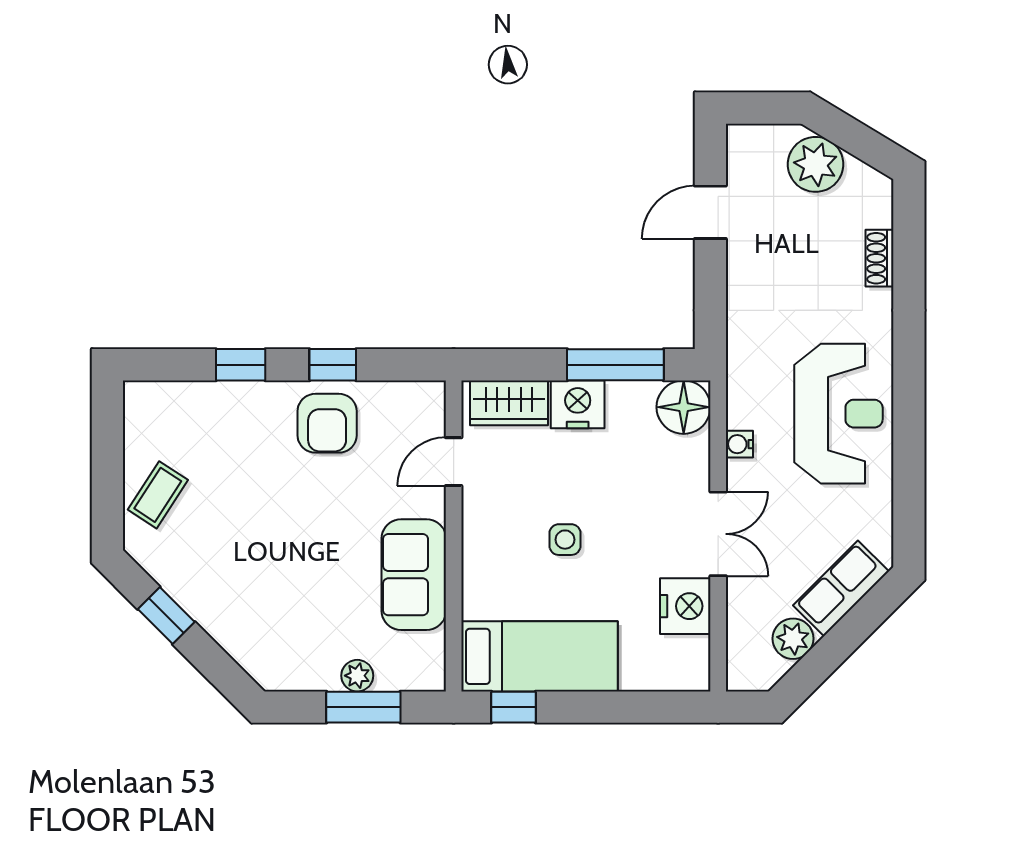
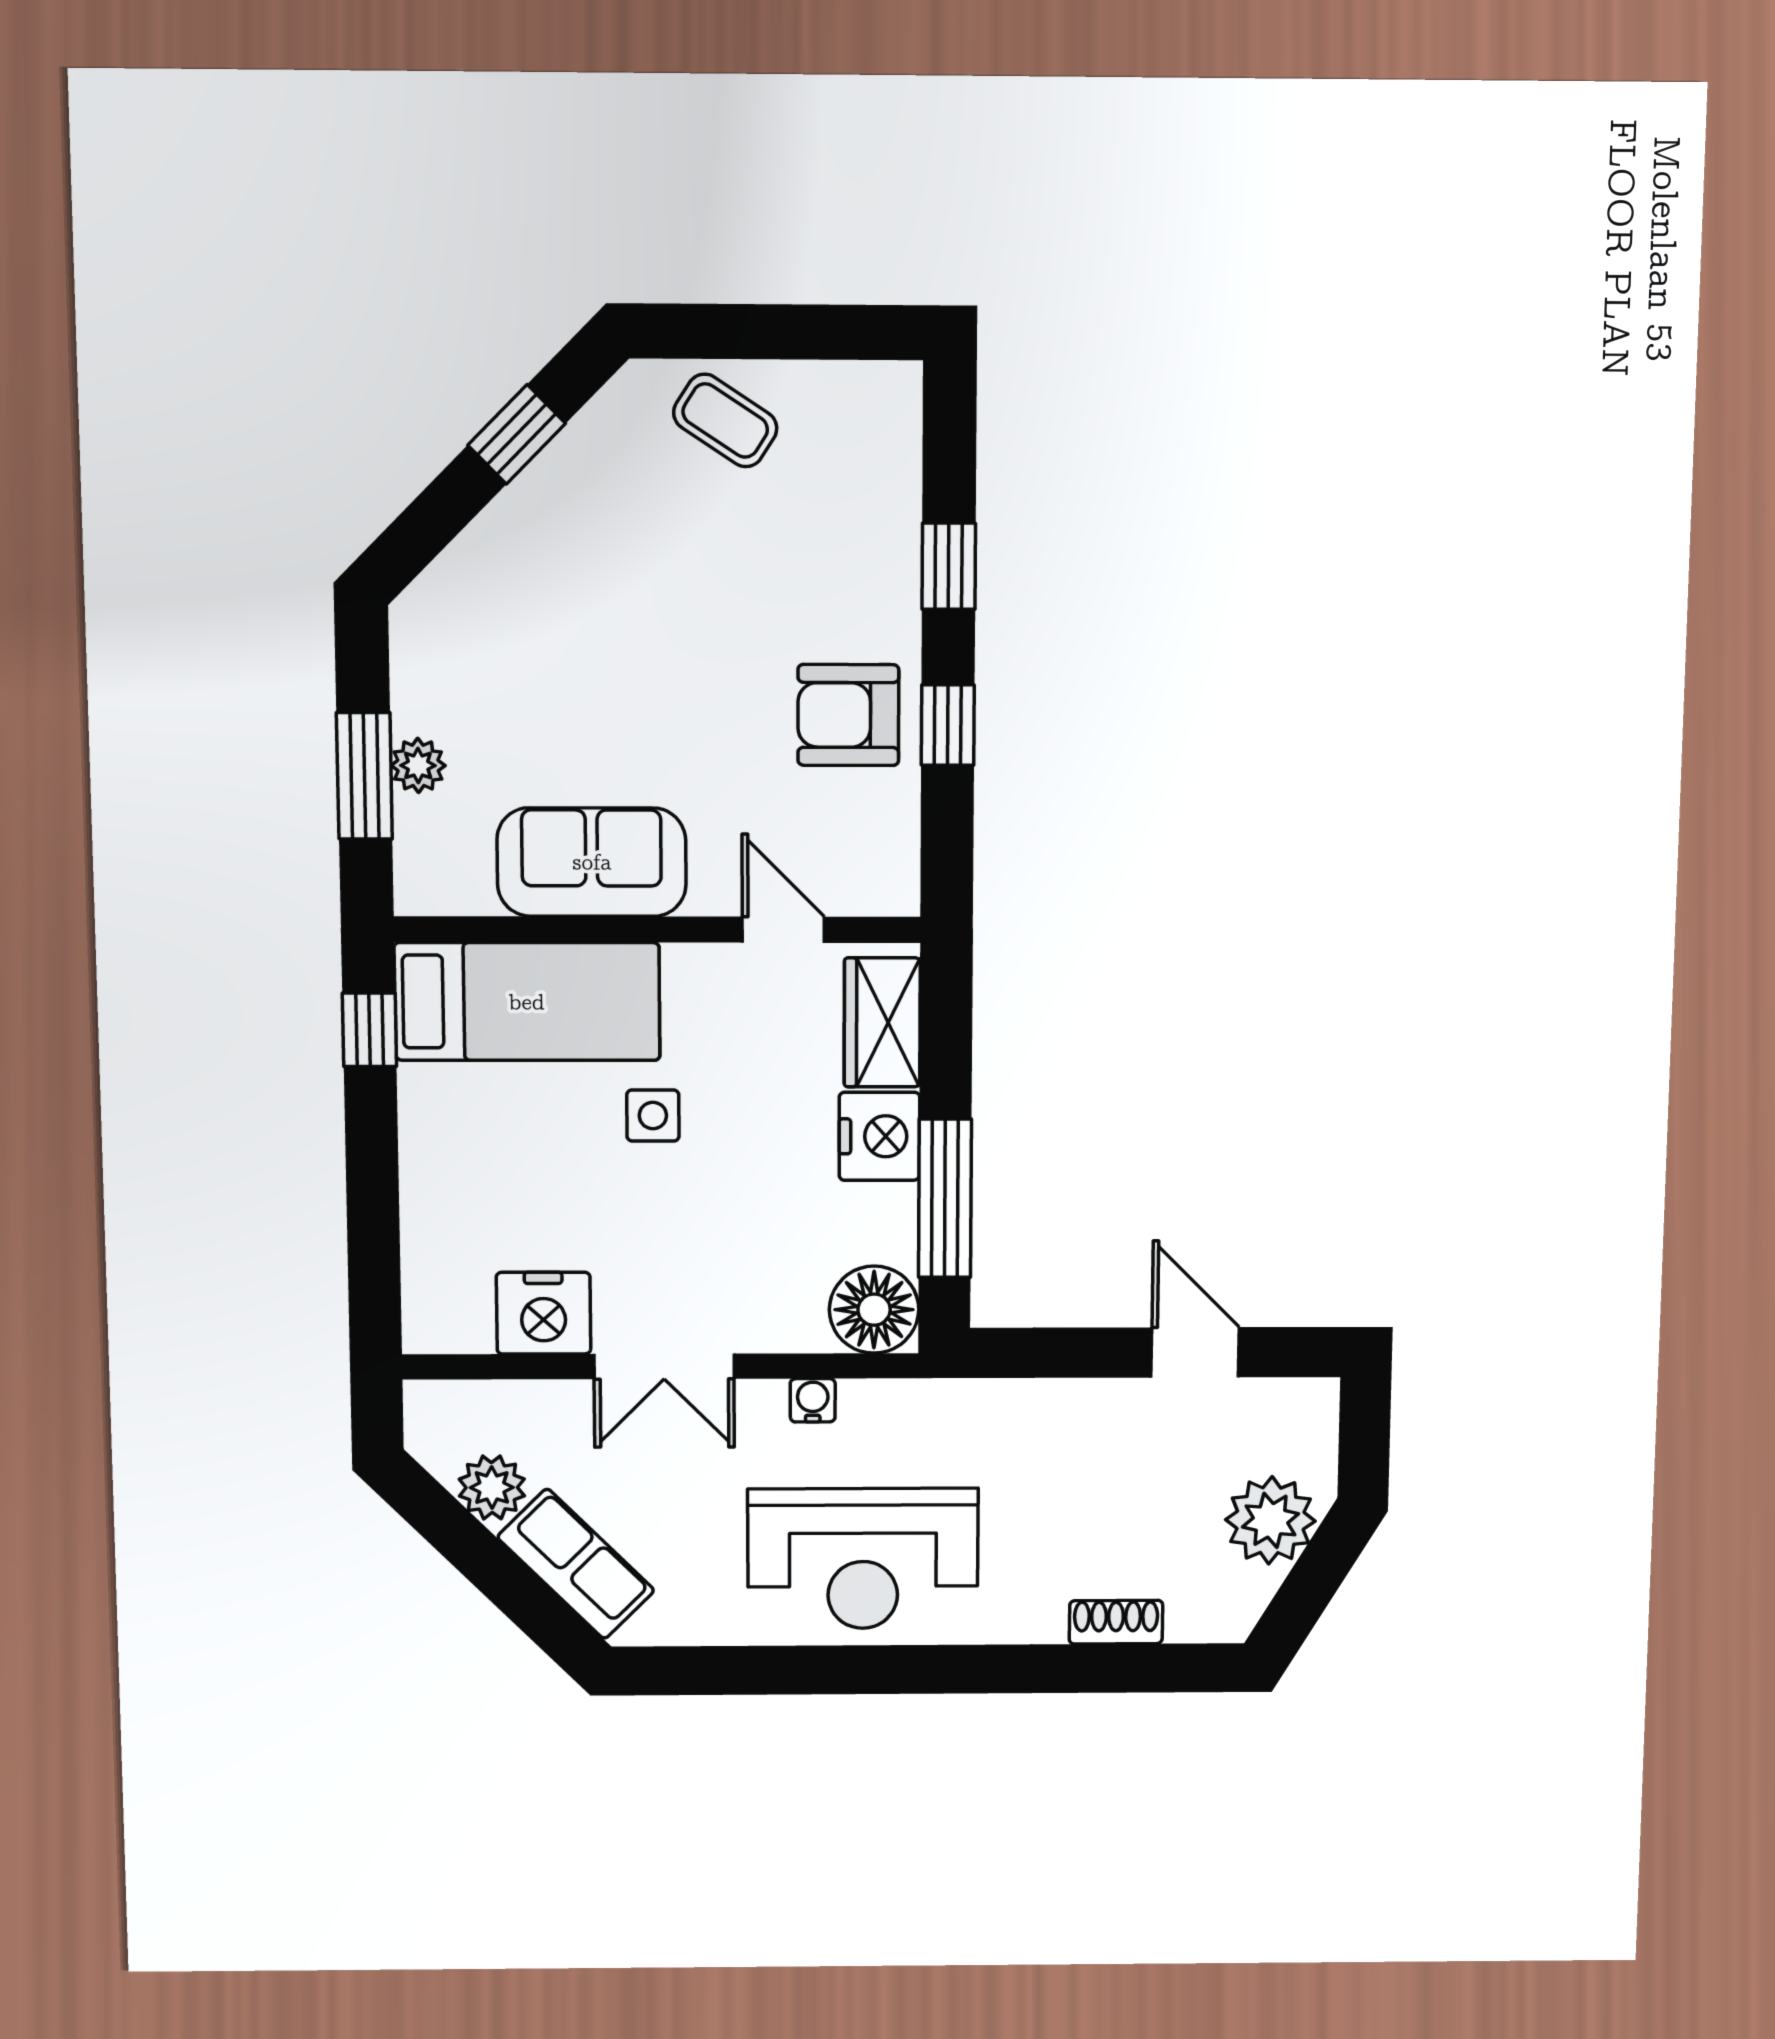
bed: (540, 656) -> (527, 1002), moved, turned -90

